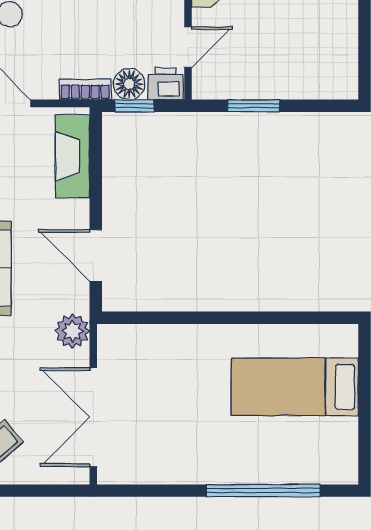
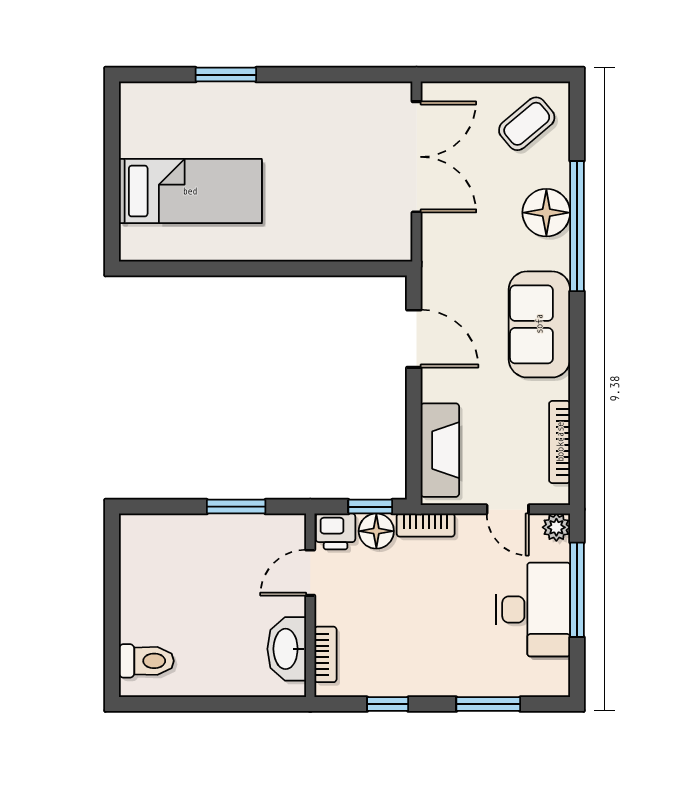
plant: (72, 331) -> (440, 254), removed
window: (263, 491) -> (226, 75), width x0.47

